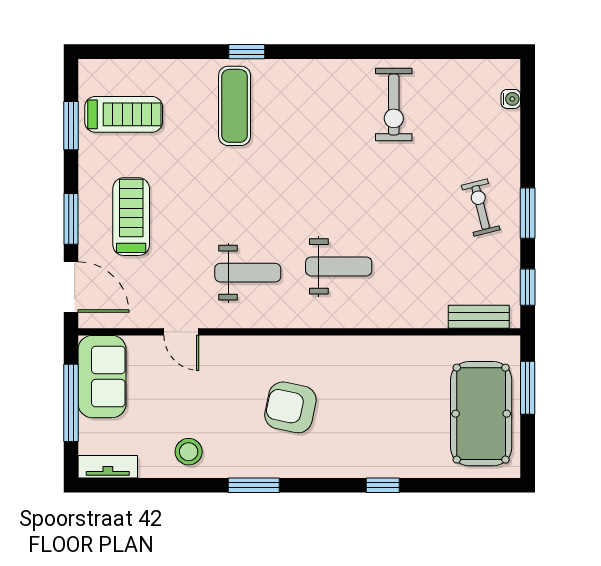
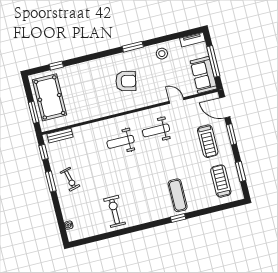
treadmill: (124, 114) -> (221, 181), turned 90
window: (383, 485) -> (56, 66), moved

